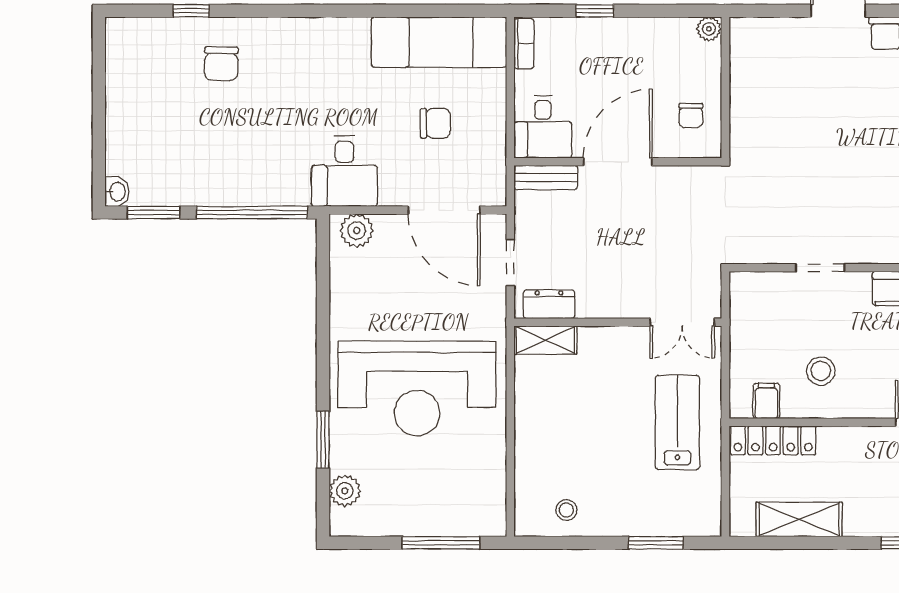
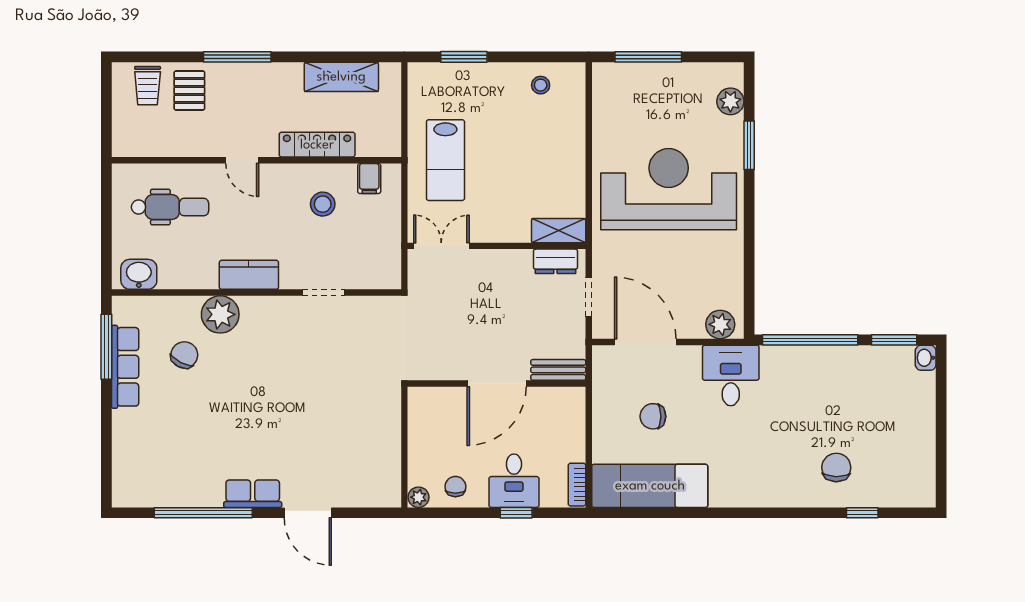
chair: (691, 115) -> (455, 487), moved
desk: (543, 127) -> (514, 481), moved, turned 180
locker: (773, 440) -> (317, 145), moved

